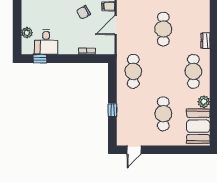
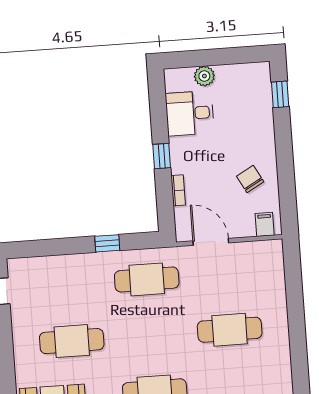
door: (116, 25) -> (211, 242), moved
window: (40, 59) -> (162, 156), moved
window: (112, 110) -> (107, 243), moved

